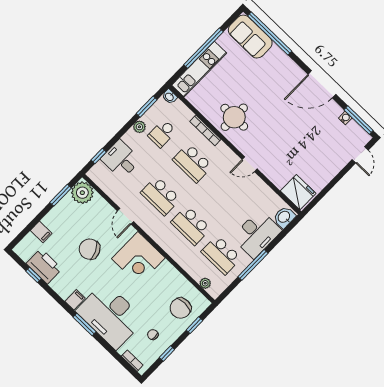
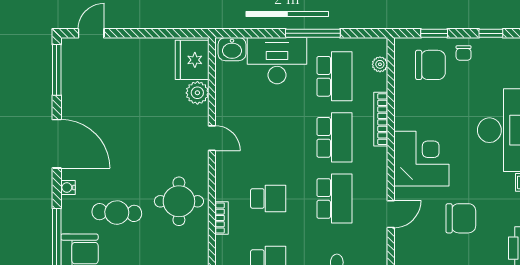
cafe table: (259, 81) -> (117, 213), added
water cooler: (345, 118) -> (68, 187), moved
bookcase: (205, 130) -> (222, 218), width x0.64
school desk: (193, 163) -> (268, 198), width x0.54
plant: (279, 179) -> (197, 93), added
chair: (90, 249) -> (461, 218), turned -66
bookcase: (178, 257) -> (381, 119), added
chair: (153, 335) -> (464, 53), moved

